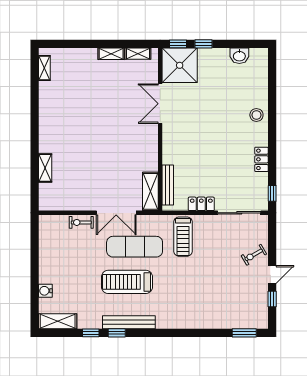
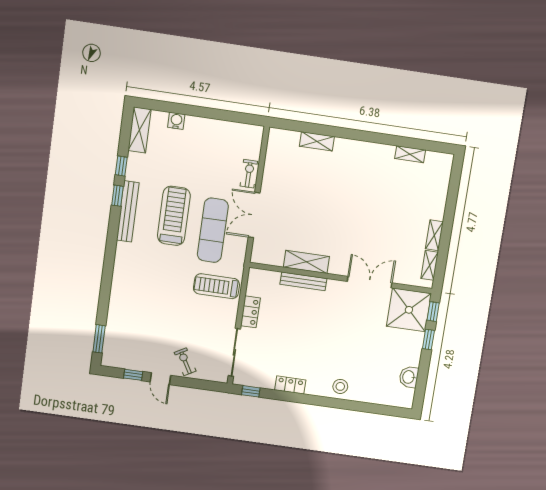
shelving: (44, 68) -> (410, 154), moved
bench: (168, 185) -> (303, 281), moved
shelving: (150, 191) -> (306, 262), moved

